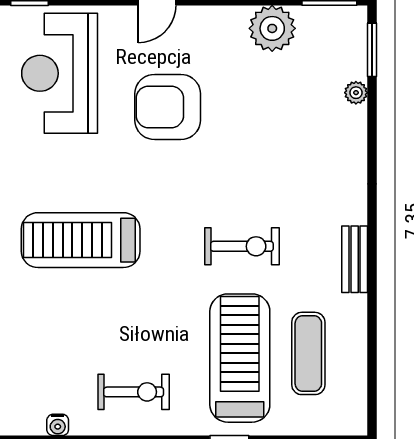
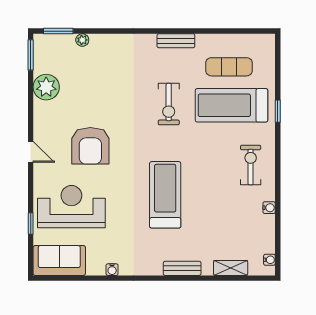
reception desk: (60, 73) -> (71, 207), turned 180
treadmill: (81, 240) -> (165, 195), turned 180
exercise bike: (242, 246) -> (169, 104), turned 180

